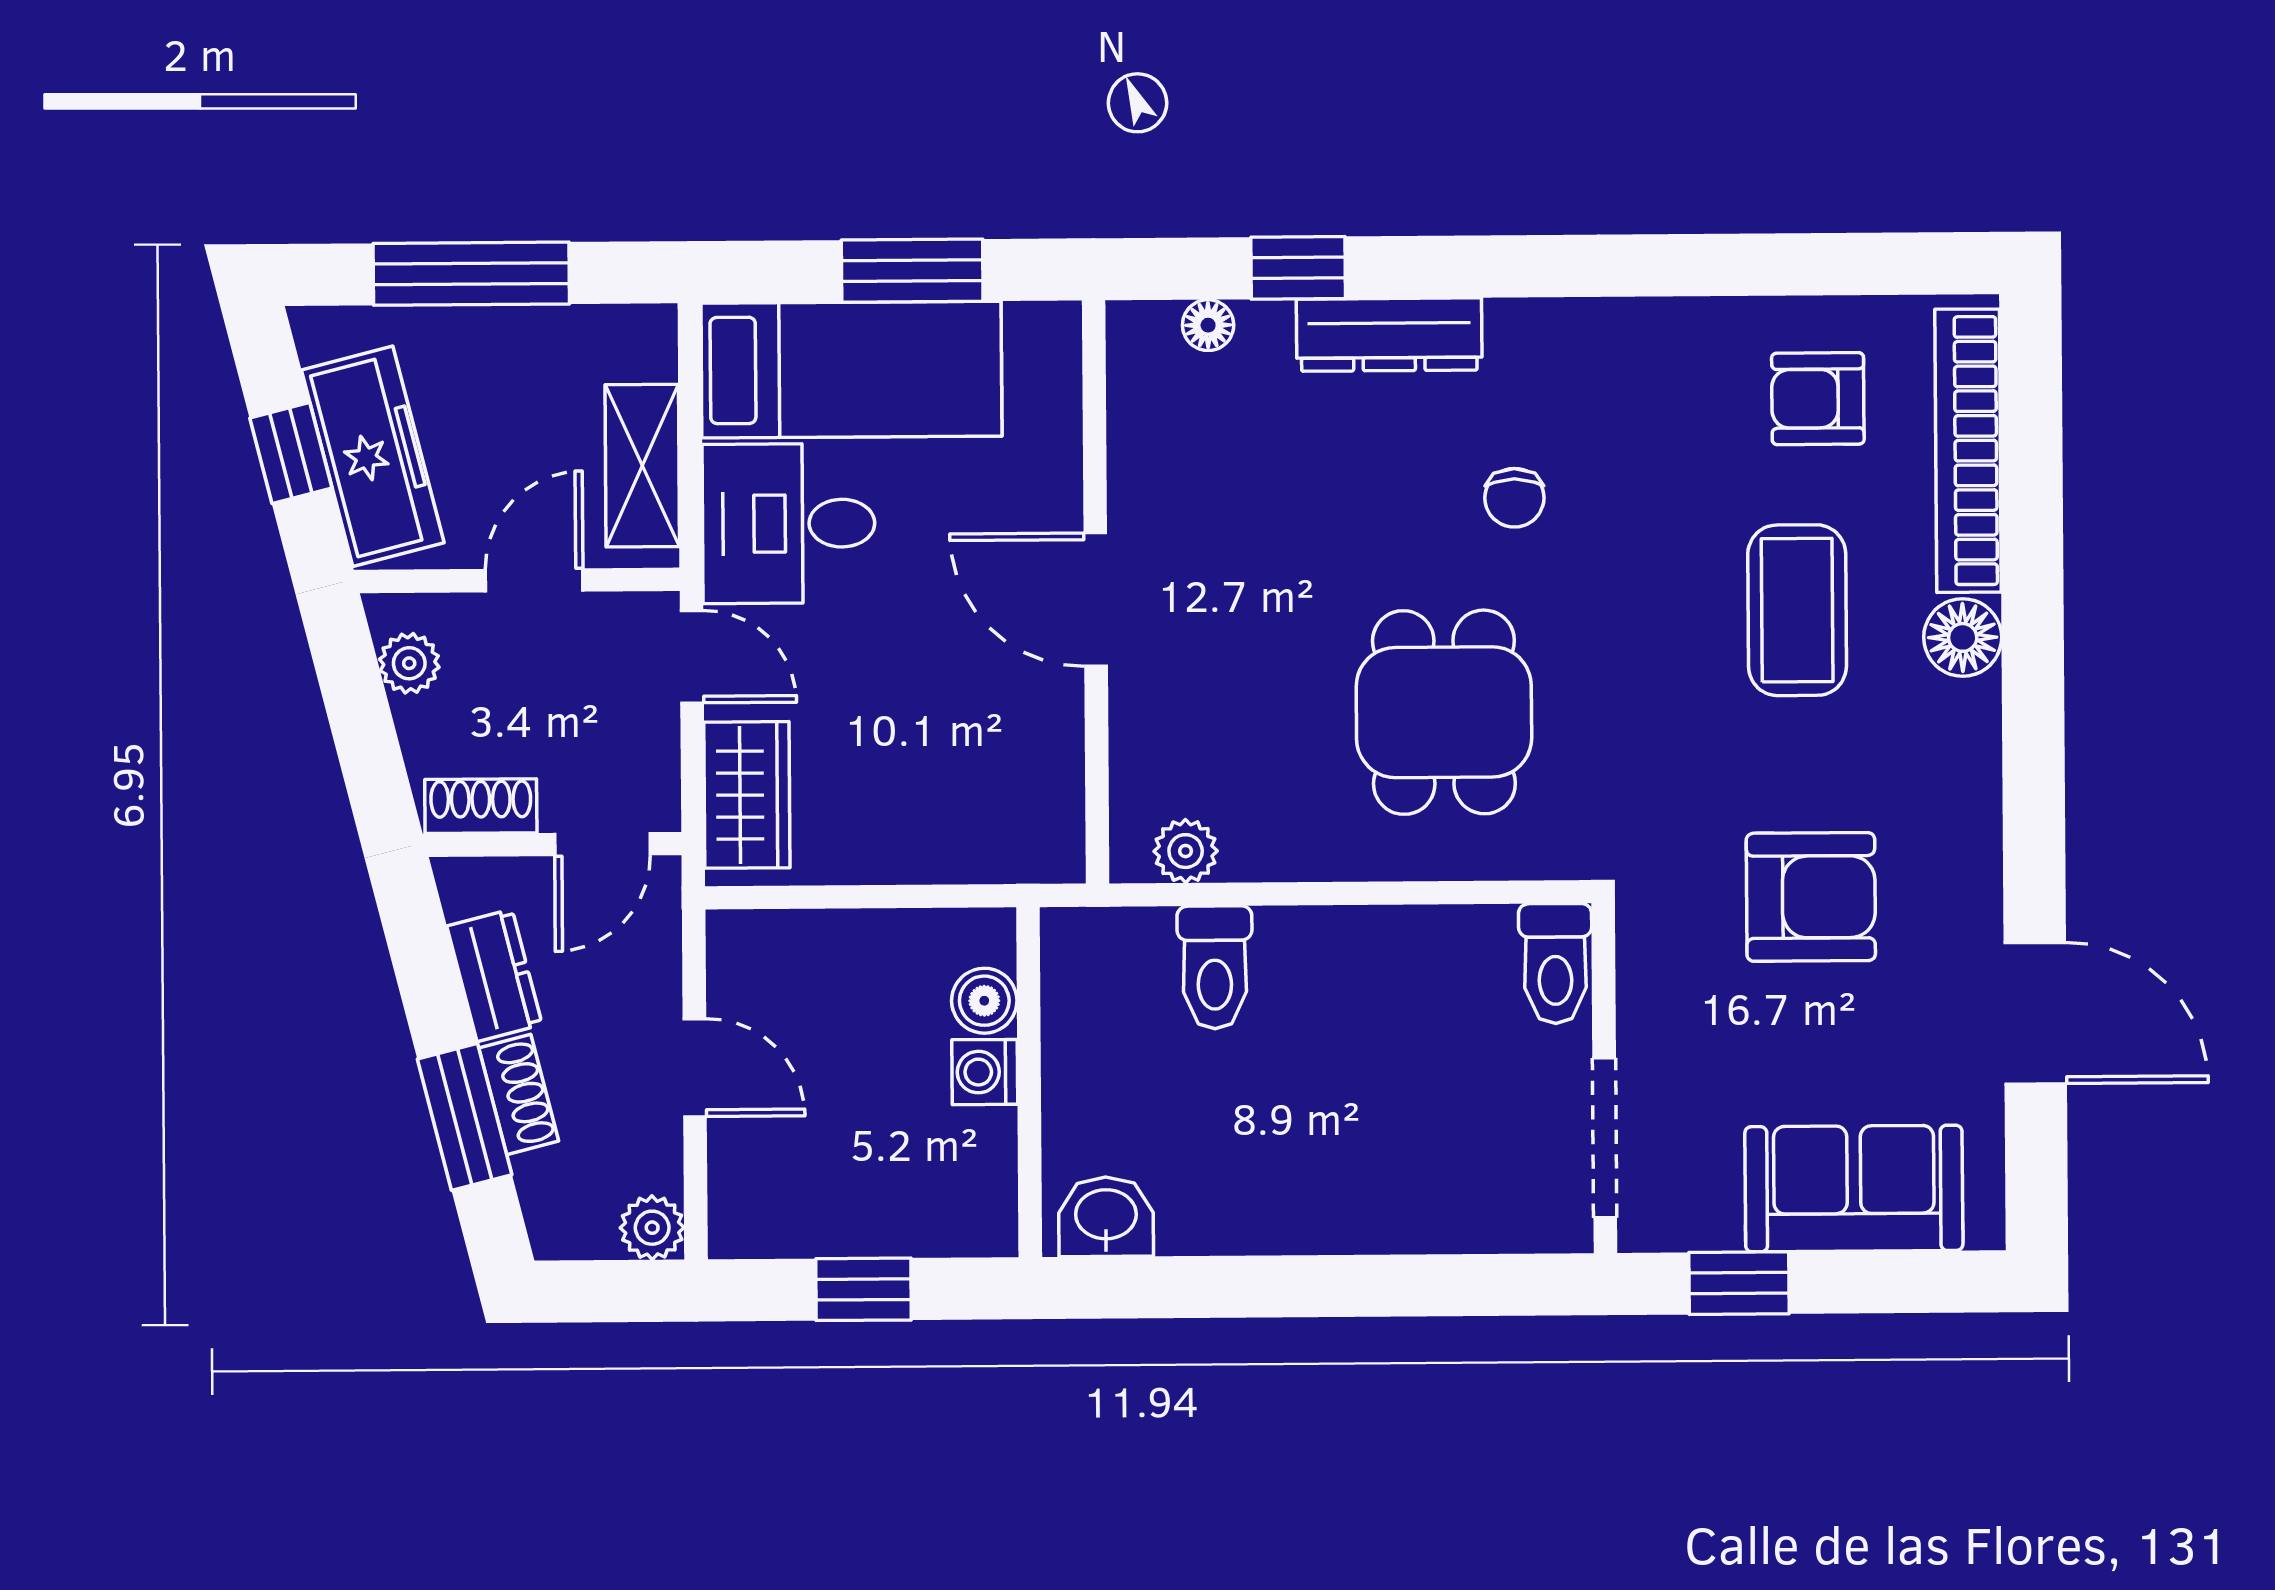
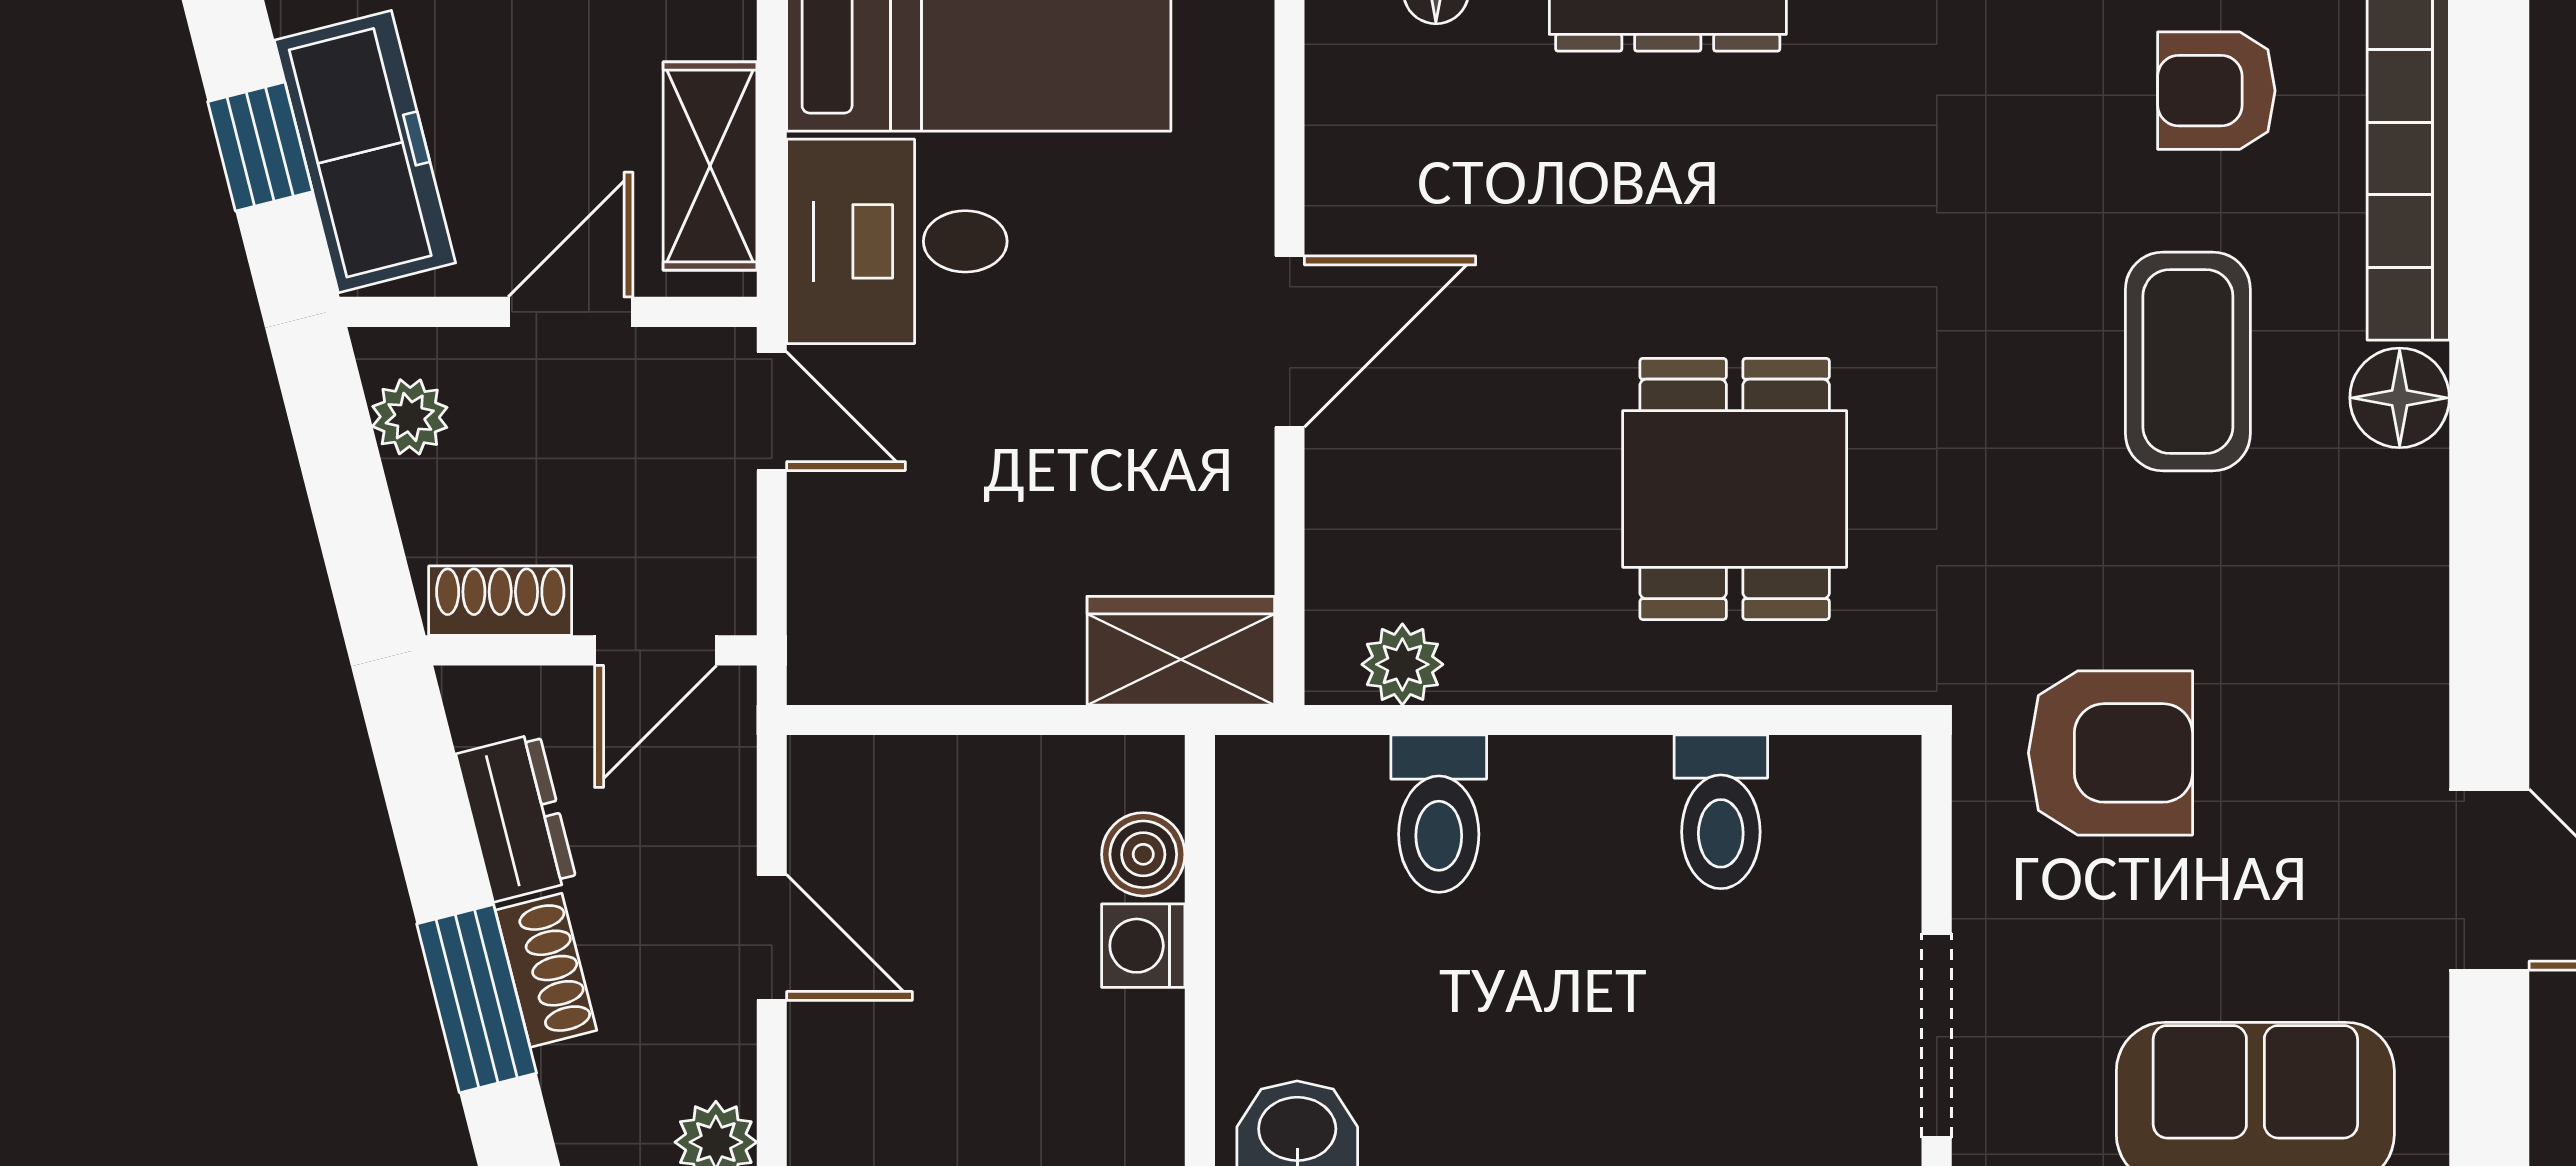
chair: (1514, 498) -> (1827, 215), removed
door: (1096, 600) -> (1290, 342), swing flipped
wardrobe: (747, 795) -> (1181, 651), moved, turned -90
armchair: (1811, 897) -> (2110, 753), moved
toilet: (1555, 964) -> (1721, 812), moved

